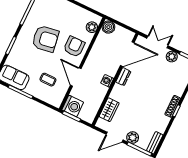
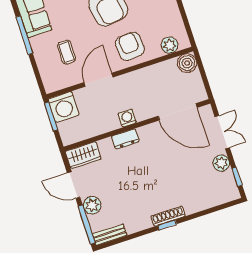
armchair: (74, 47) -> (130, 46), turned -95
dresser: (123, 77) -> (125, 139), moved
wardrobe: (109, 110) -> (83, 155), moved

